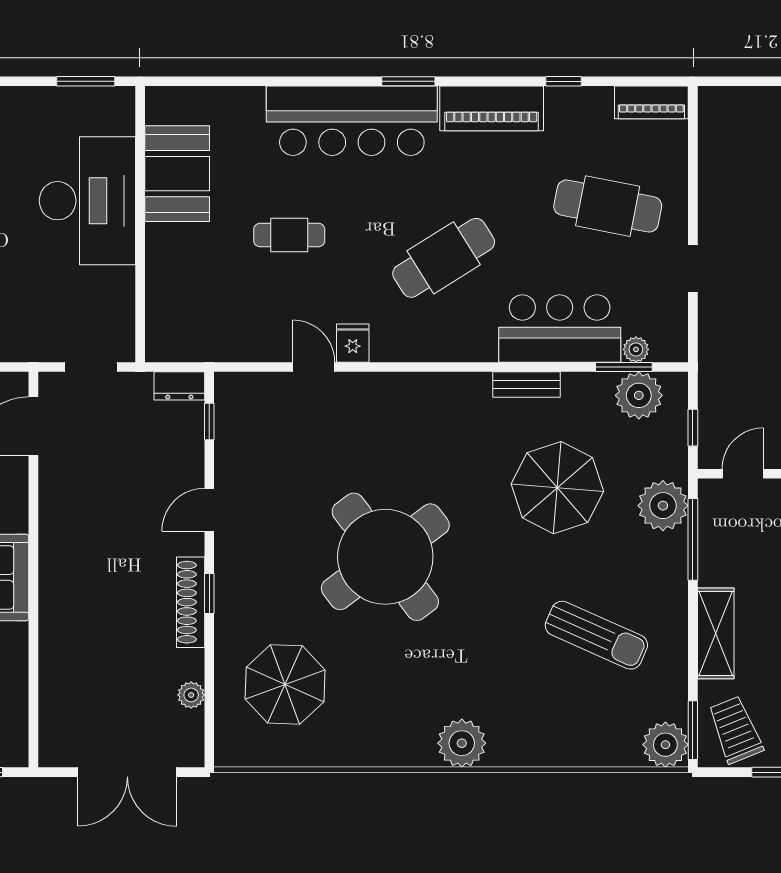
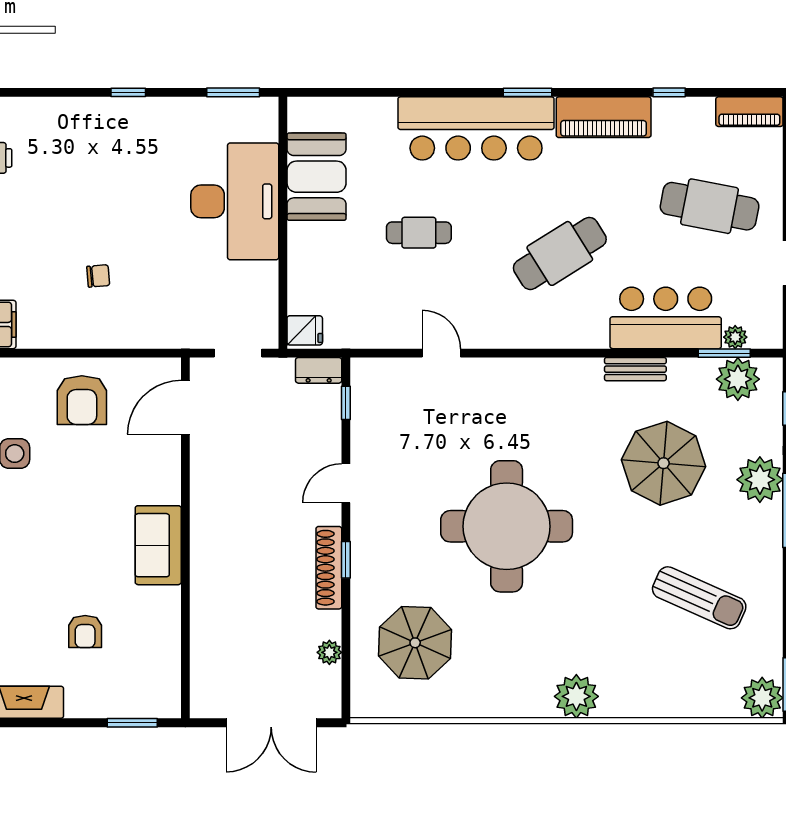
fridge: (353, 343) -> (305, 330), moved, turned 90
round table: (385, 557) -> (507, 526), turned 37

